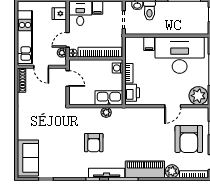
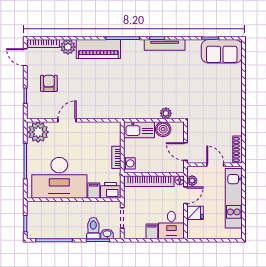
fridge: (59, 14) -> (195, 213), moved
printer: (132, 93) -> (110, 190), moved, turned 90
boiler: (88, 98) -> (163, 129), added
plant: (106, 112) -> (166, 113), moved
armchair: (189, 139) -> (49, 83), width x0.53, depth x0.53
armchair: (94, 143) -> (156, 79), removed
sofa: (28, 158) -> (222, 51), moved, turned -90
tv unit: (107, 173) -> (165, 45), moved

